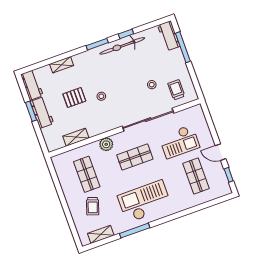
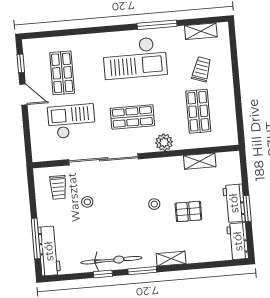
workbench: (169, 36) -> (49, 251), width x1.38
shelving: (62, 65) -> (171, 259), moved

